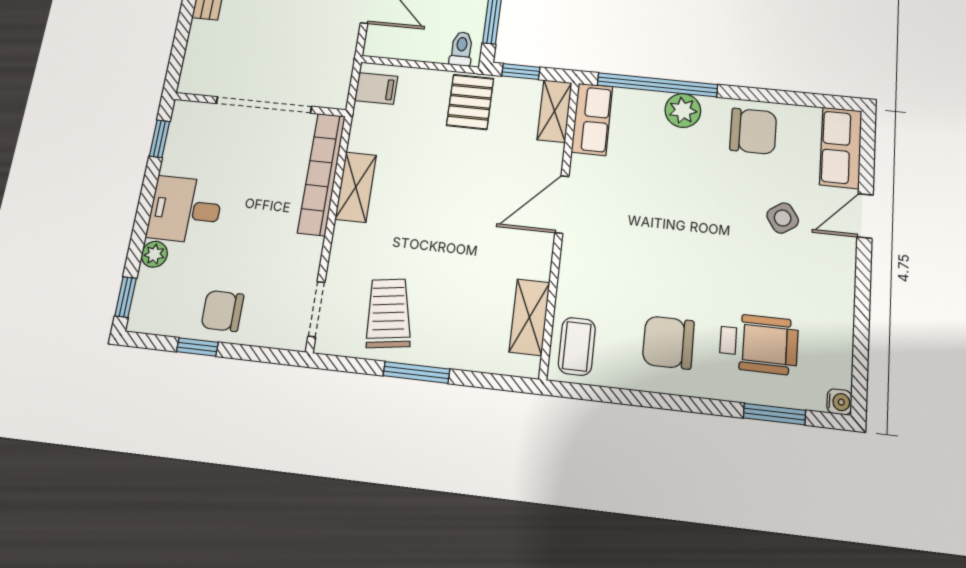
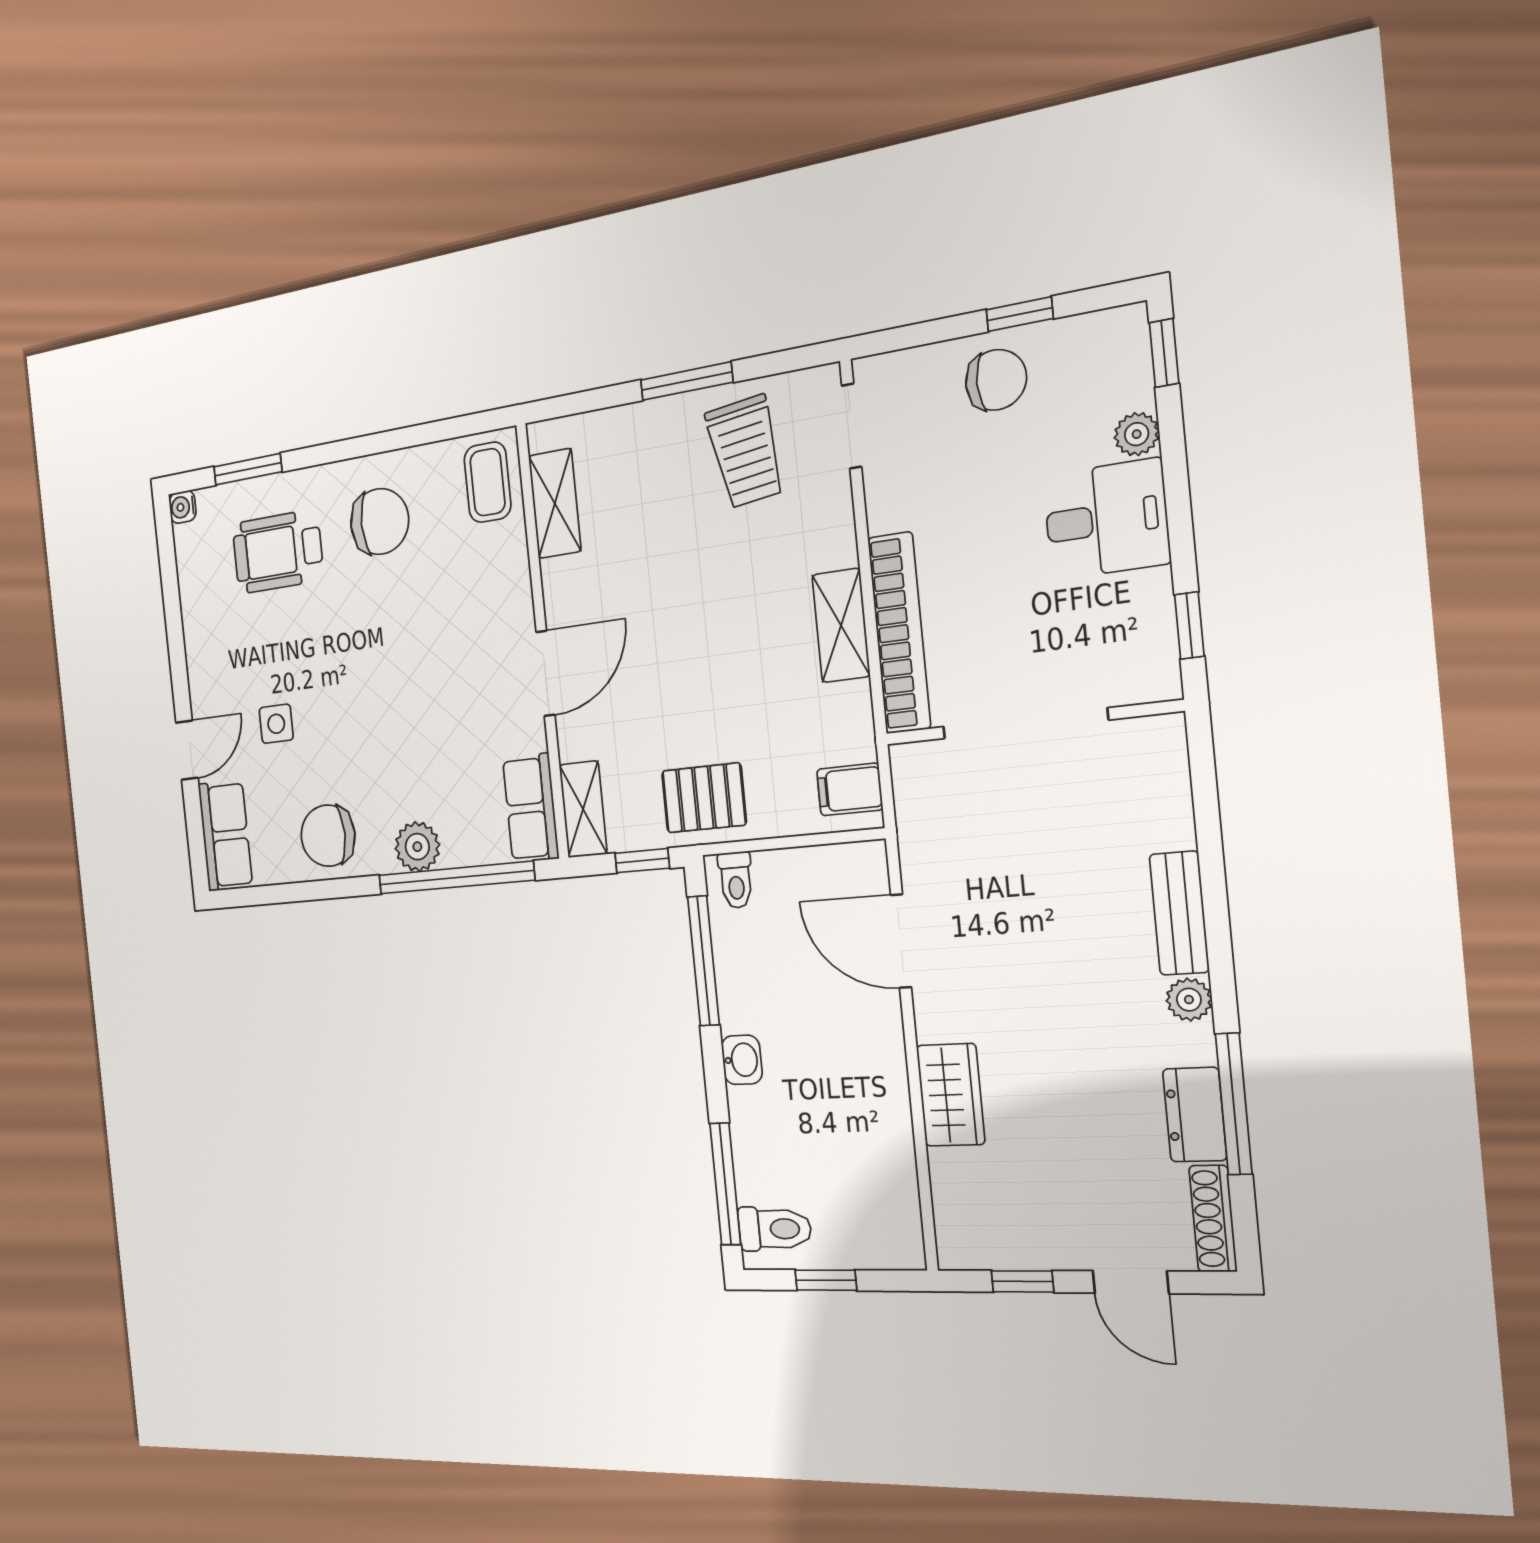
pallet: (470, 102) -> (704, 798), turned 90
side table: (783, 218) -> (276, 724), turned 34

